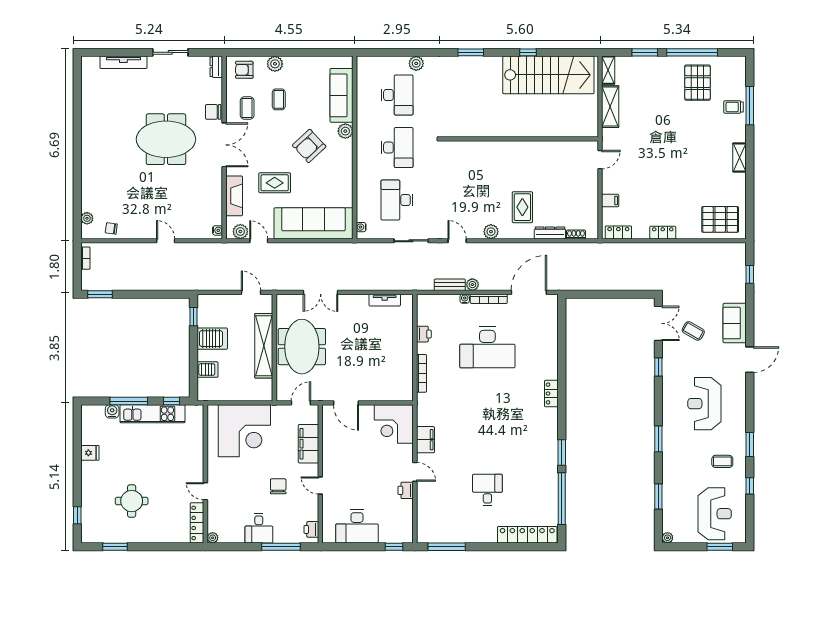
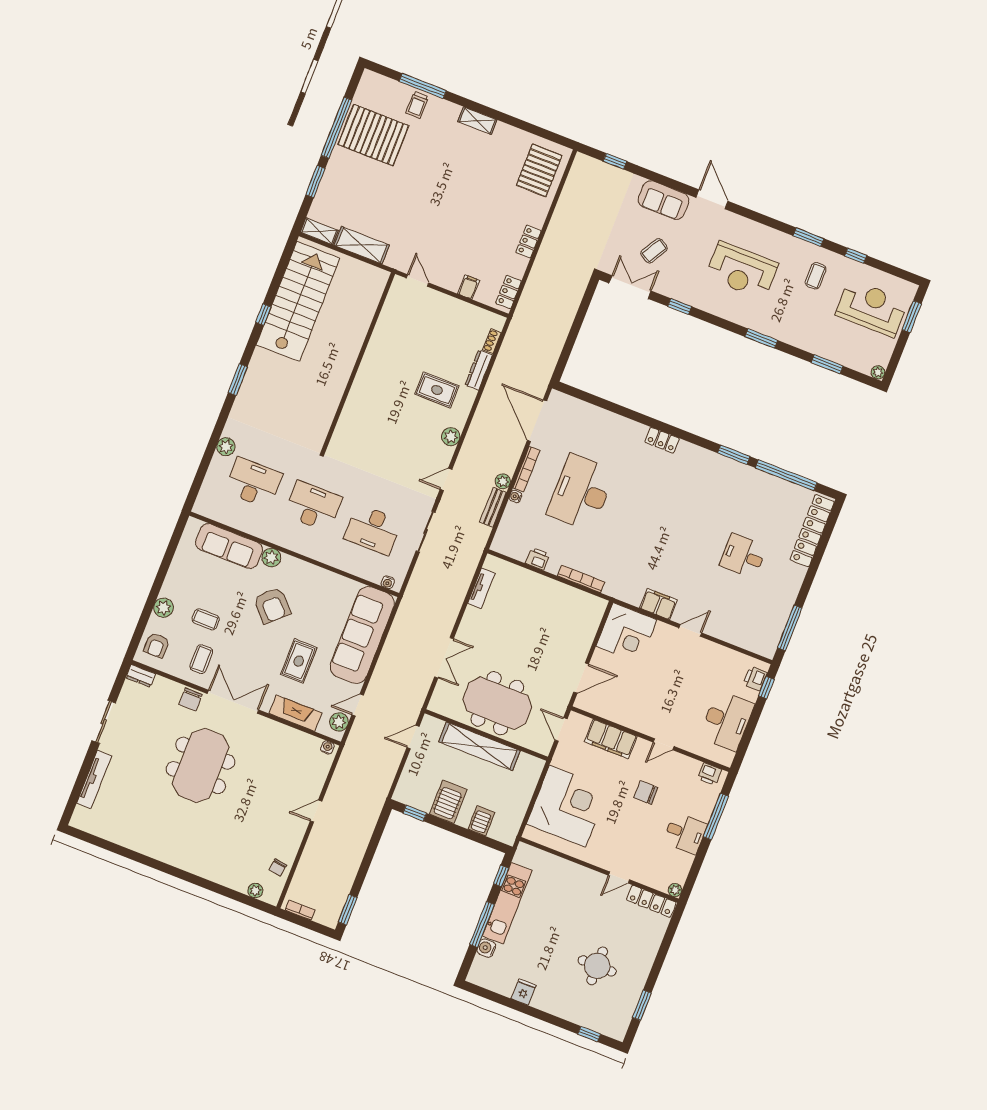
pallet: (698, 83) -> (373, 135), width x1.37, depth x1.41
coffee table: (247, 108) -> (201, 659), turned 90
desk: (487, 347) -> (581, 492), turned 180
printer: (406, 490) -> (755, 679), moved, turned 90

